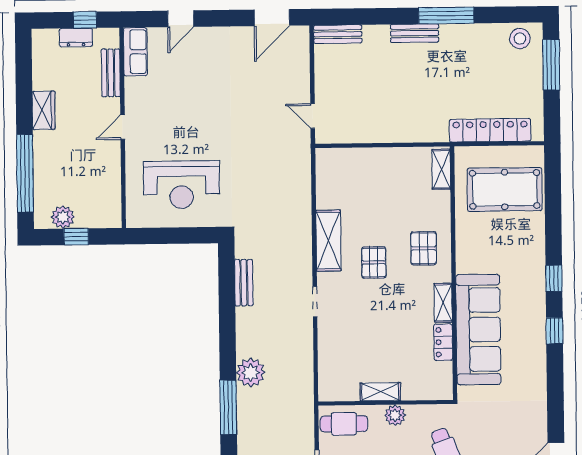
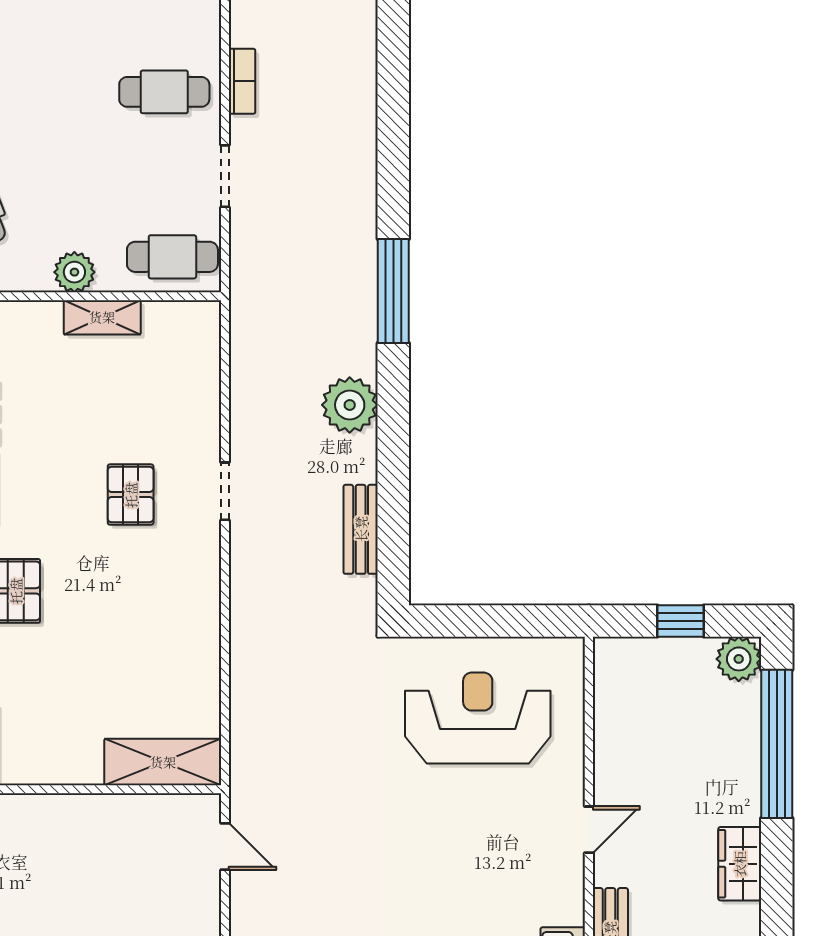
plant: (63, 217) -> (739, 659), moved
shelving: (328, 241) -> (163, 762), moved, turned 90
pallet: (374, 262) -> (131, 495), moved
plant: (251, 373) -> (350, 405), moved

